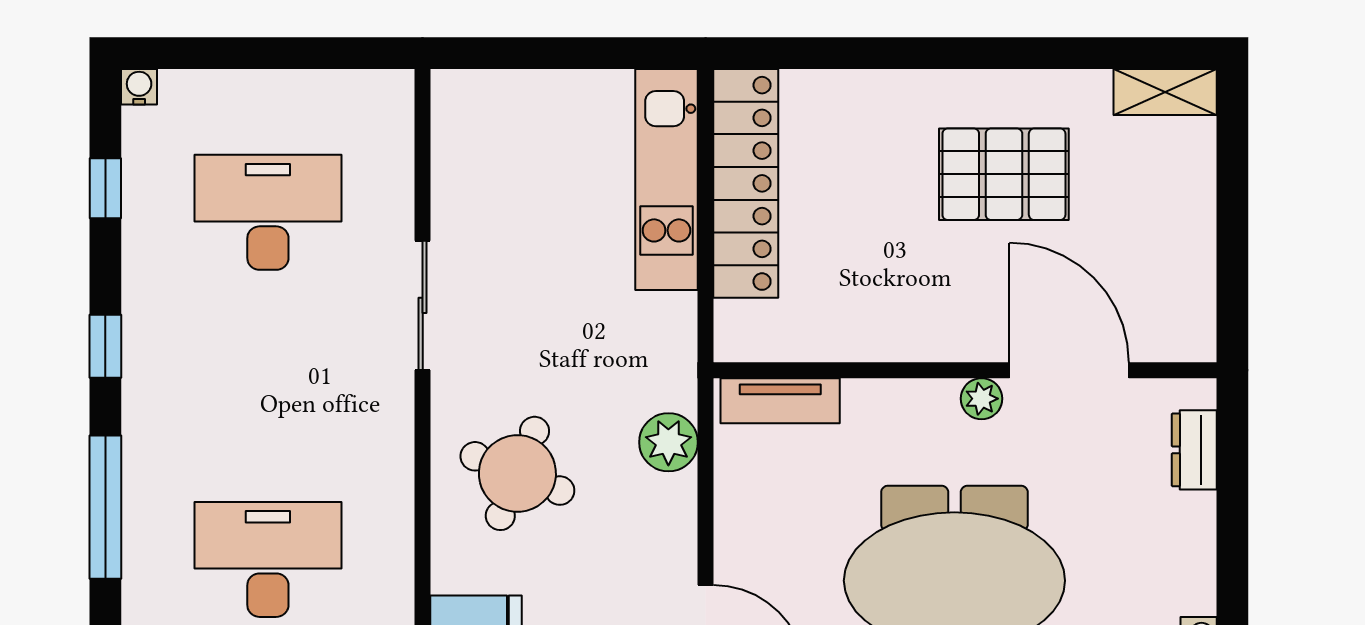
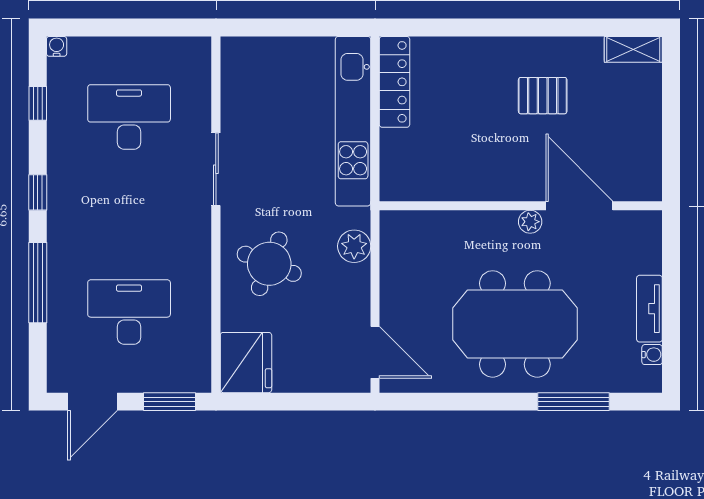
pallet: (1004, 174) -> (543, 96), width x0.67, depth x0.71
kitchen unit: (666, 180) -> (353, 121), width x1.36
locker: (746, 183) -> (394, 82), width x0.71, depth x0.83
tv unit: (780, 401) -> (649, 309), moved, turned 90
dresser: (1194, 450) -> (650, 251), removed

